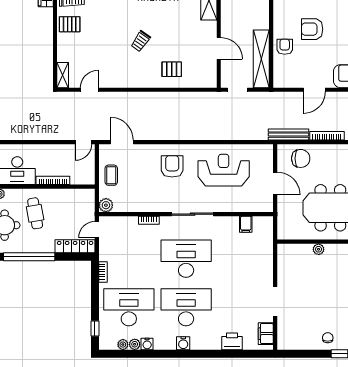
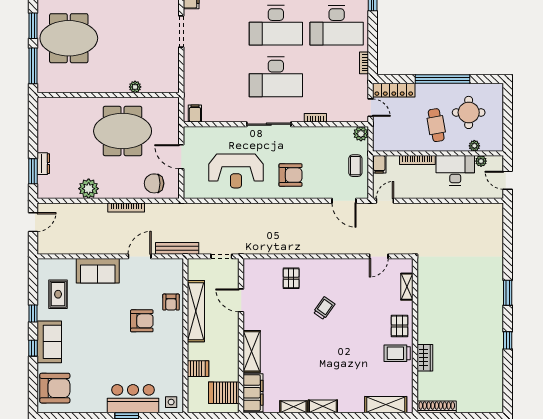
pallet: (70, 24) -> (400, 326), turned 90
shelving: (261, 59) -> (196, 311), moved
pallet: (172, 69) -> (291, 278), turned 90
shelving: (63, 75) -> (407, 287), moved
bench: (289, 135) -> (177, 248), moved
armchair: (172, 166) -> (291, 175), turned -90
filing cabinet: (89, 176) -> (379, 164), added
filing cabinet: (246, 224) -> (195, 113), moved
door: (97, 230) -> (371, 108), hinge flipped

